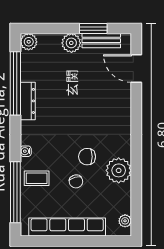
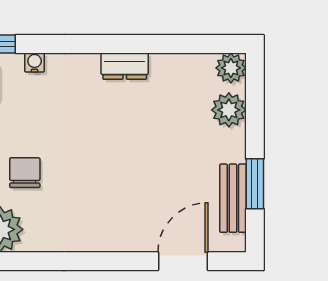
plant: (71, 43) -> (229, 110), moved
window: (15, 83) -> (156, 44), removed
dresser: (28, 101) -> (125, 66), width x0.70

